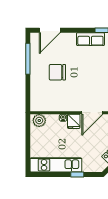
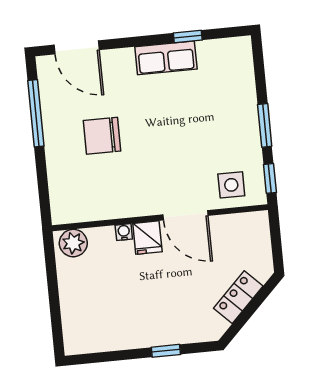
door: (50, 30) -> (77, 47), hinge flipped
door: (92, 113) -> (185, 215), hinge flipped
kitchen unit: (56, 165) -> (118, 335), removed

